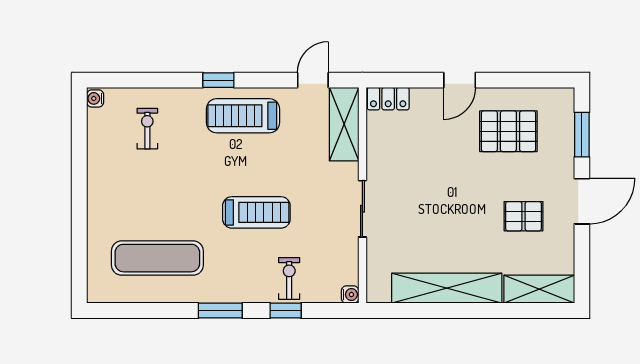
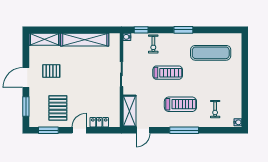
window: (218, 80) -> (184, 130), width x2.17
window: (530, 80) -> (48, 130), added
locker: (388, 99) -> (99, 122), moved
treadmill: (243, 116) -> (180, 104), moved
pallet: (508, 131) -> (58, 108), turned 90
treadmill: (256, 212) -> (168, 73), turned 180
window: (286, 311) -> (141, 30), moved

